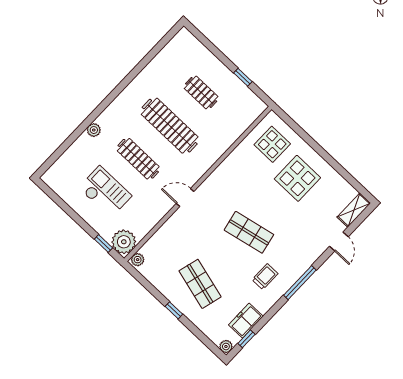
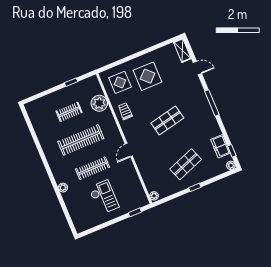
checkout: (105, 192) -> (104, 197), turned 90
plant: (124, 242) -> (99, 103), moved
trolley: (265, 277) -> (125, 111), moved
shop shelf: (200, 284) -> (186, 164), turned -36

